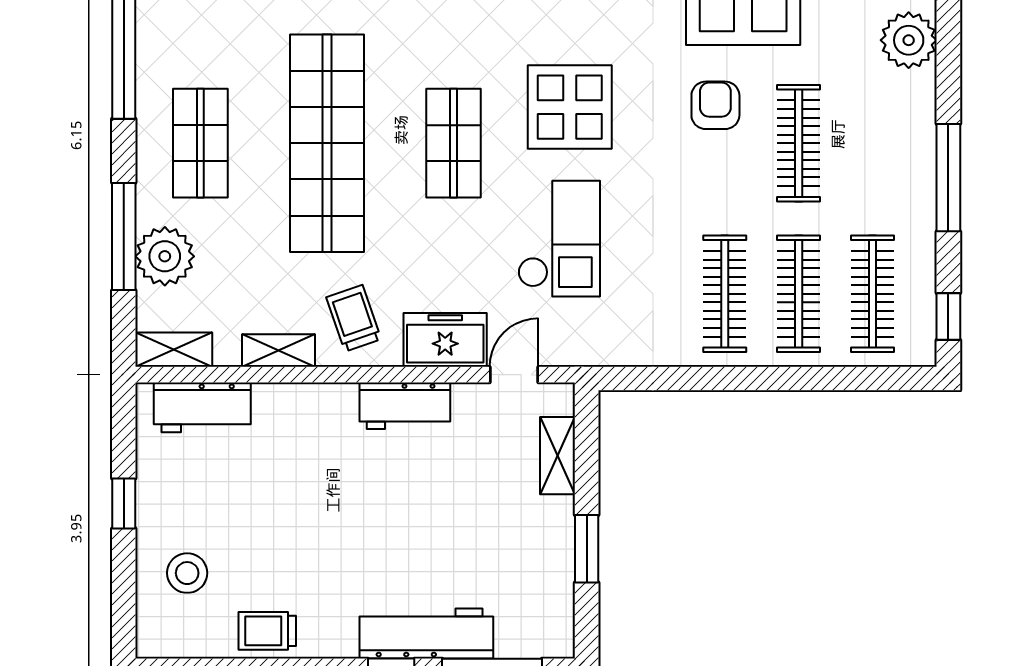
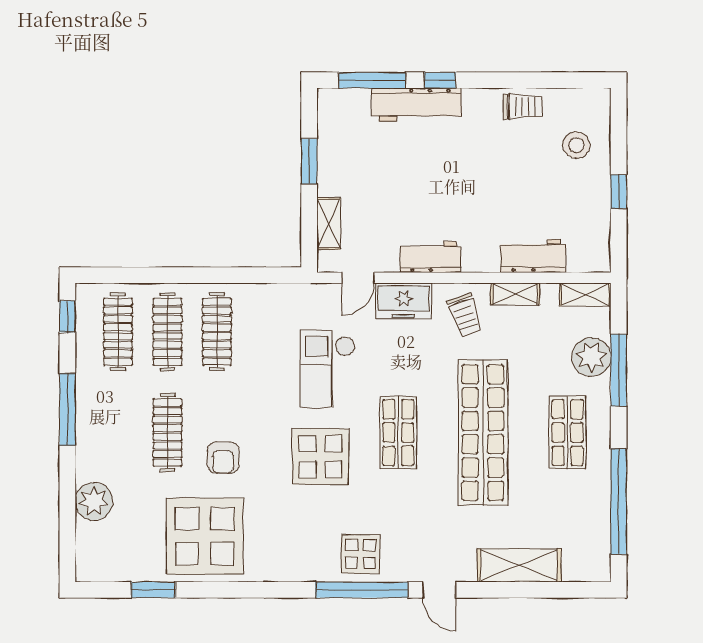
workbench: (202, 407) -> (533, 256), moved

